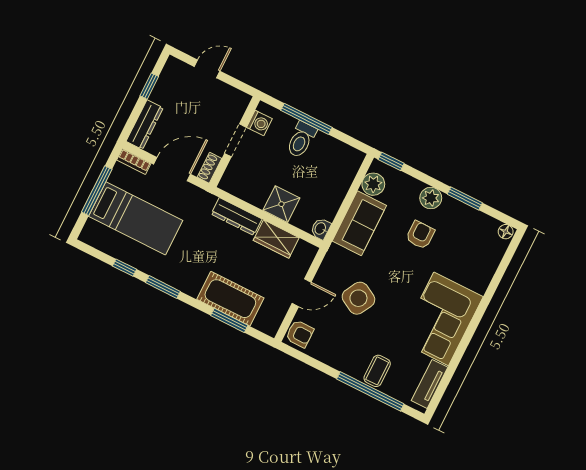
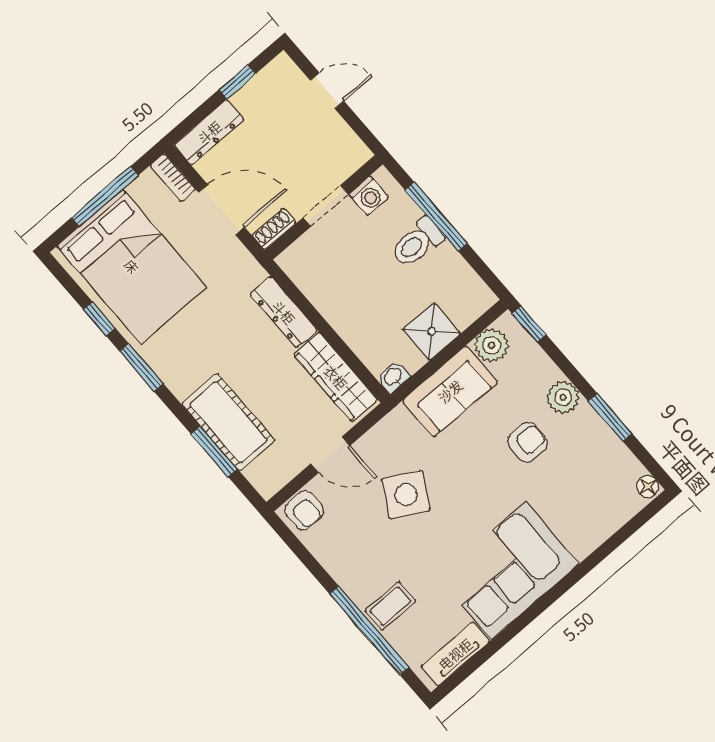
shower: (281, 204) -> (432, 331), moved
bed: (136, 218) -> (132, 266), width x1.50
wardrobe: (276, 239) -> (336, 377), width x1.50

